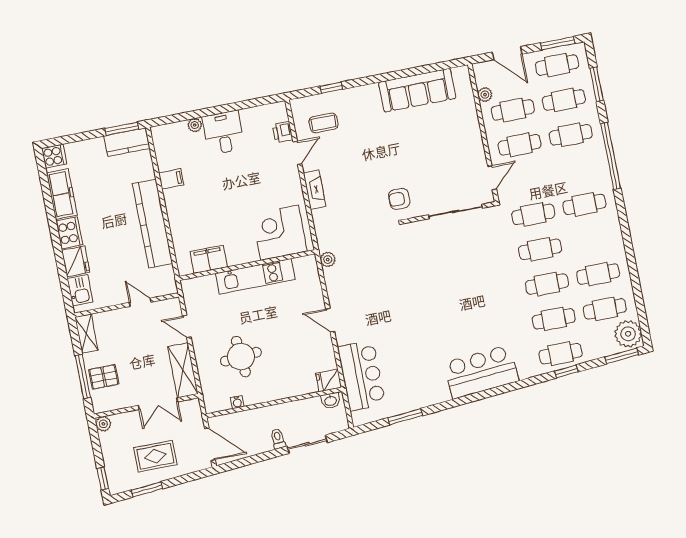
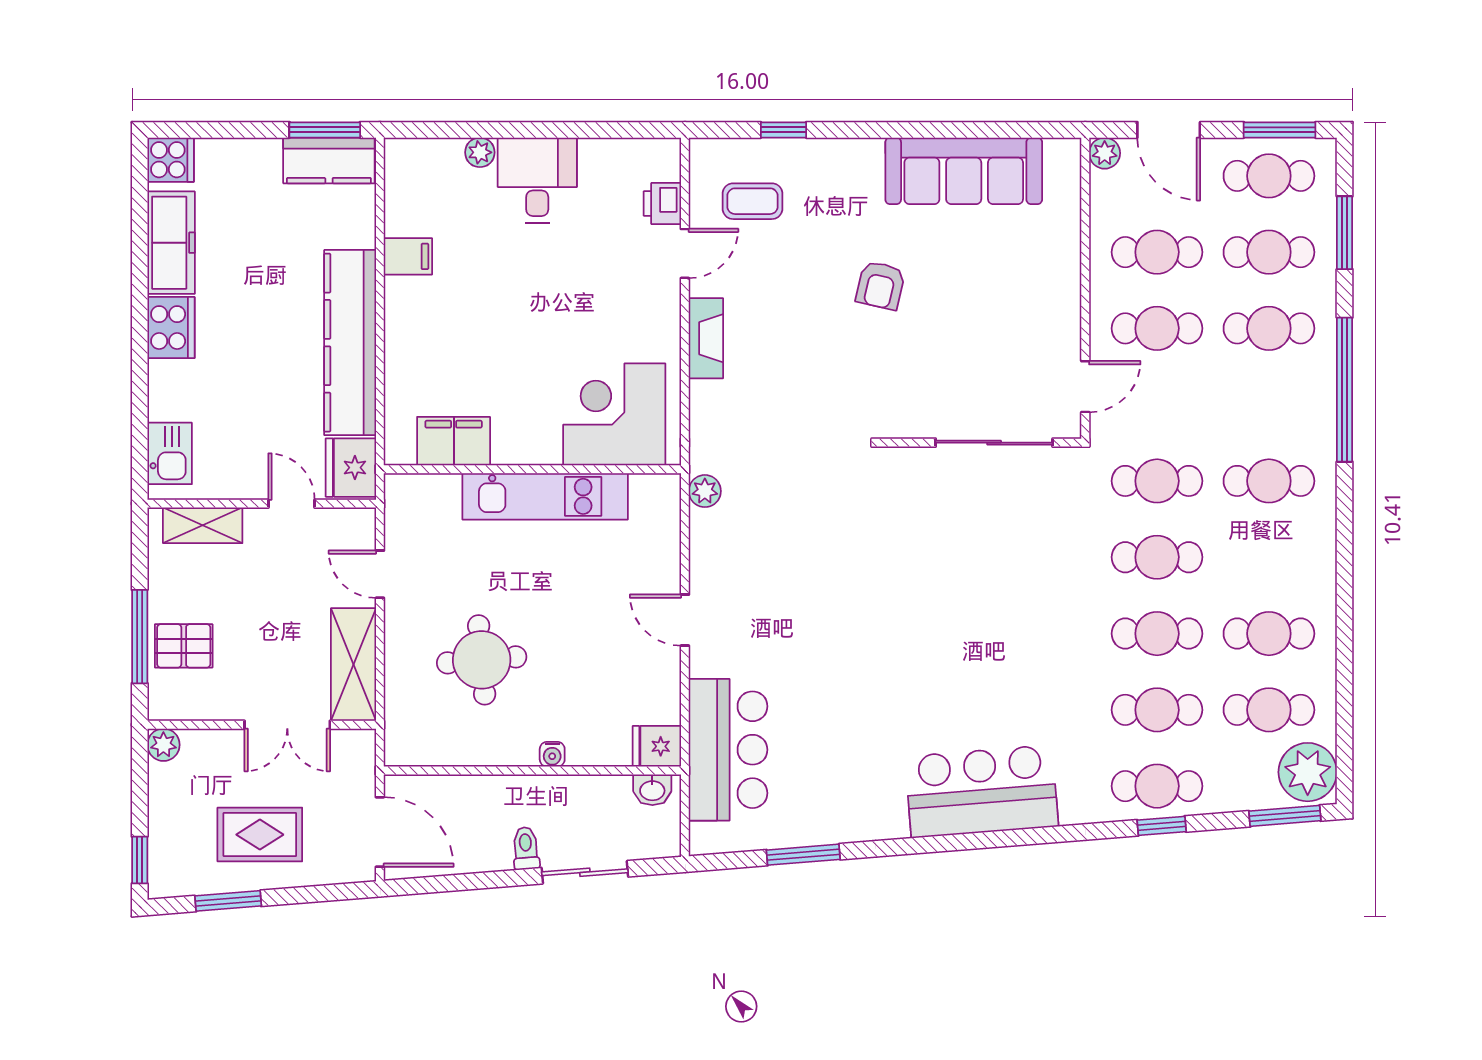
plant: (485, 95) -> (1105, 153), moved
armchair: (399, 199) -> (880, 285), moved, turned -77
fridge: (76, 261) -> (351, 468), moved, turned 180
shelving: (86, 333) -> (203, 525), moved, turned 90
water cooler: (237, 402) -> (552, 754), moved

